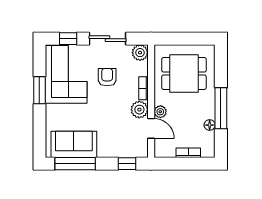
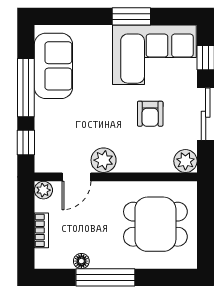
dining table: (184, 73) -> (155, 224), turned 90
armchair: (107, 77) -> (150, 114), turned 90
bookcase: (143, 88) -> (134, 166), removed
plant: (160, 112) -> (43, 190), moved
window: (75, 164) -> (26, 88), moved

